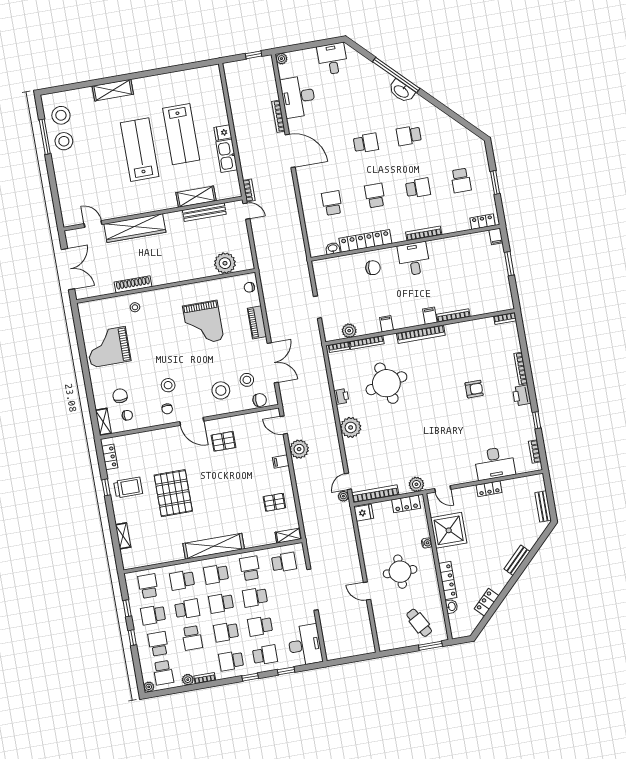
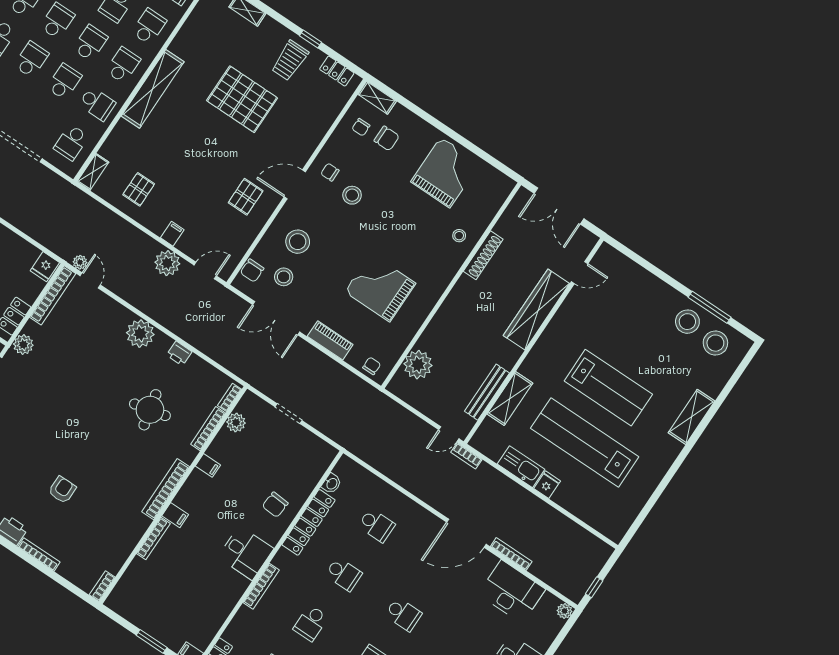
lab bench: (181, 134) -> (585, 442), width x1.36
school desk: (366, 143) -> (403, 614), turned -90
round table: (386, 383) -> (150, 410), width x0.73, depth x0.73
armchair: (474, 389) -> (62, 490), turned 180

